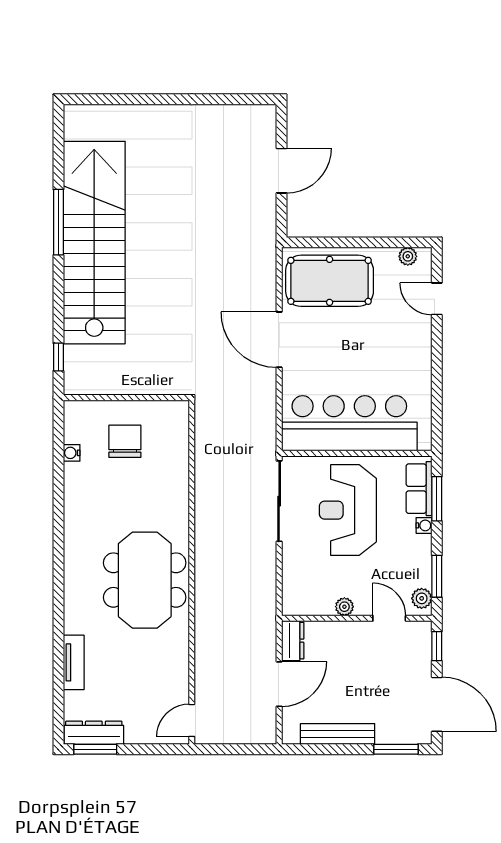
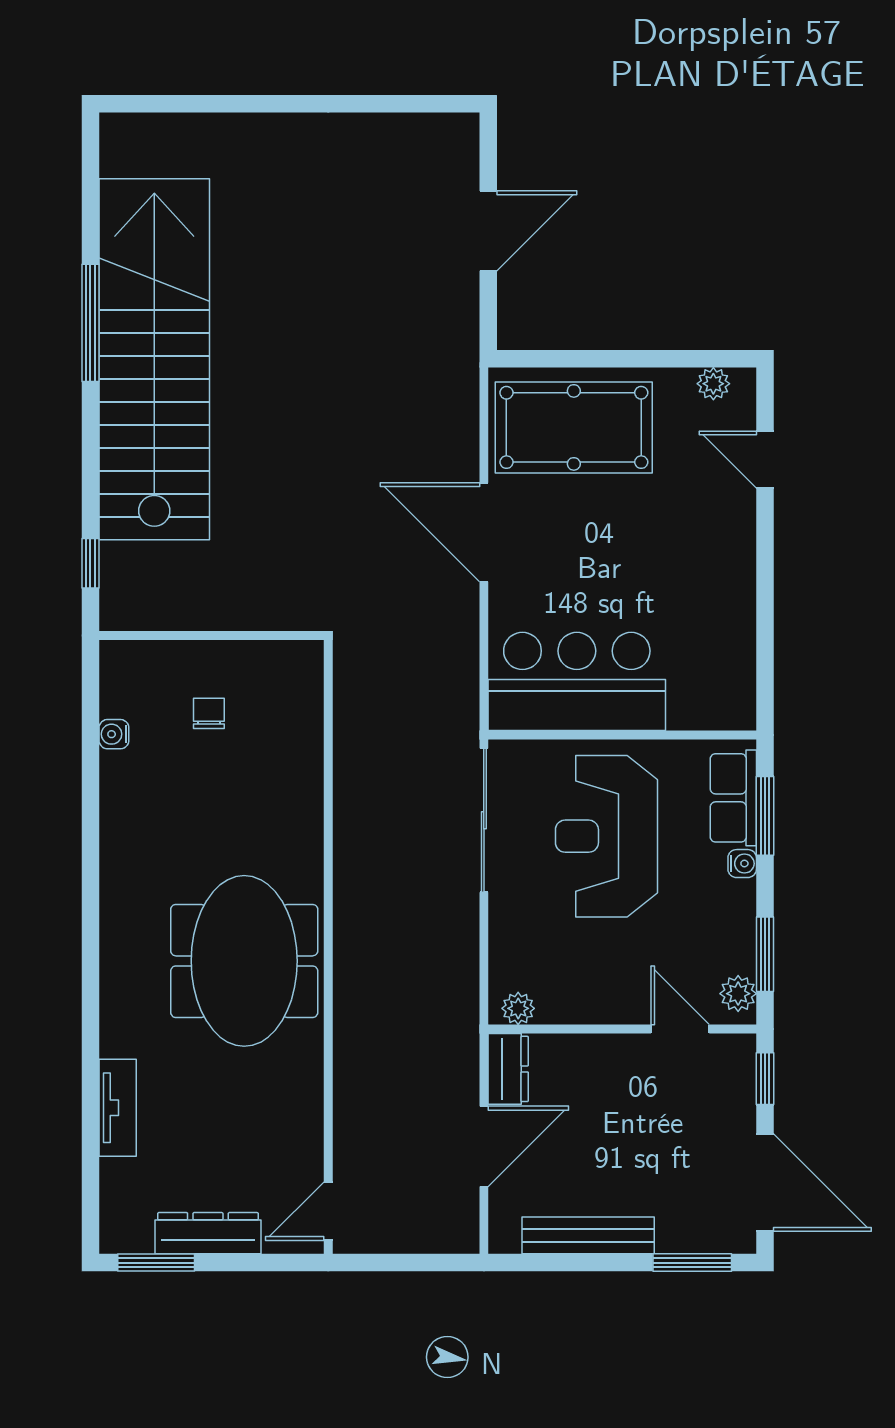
bar counter: (349, 423) -> (577, 681), width x0.73
chair: (125, 441) -> (209, 713), width x0.54, depth x0.54
plant: (344, 607) -> (518, 1008), moved
dresser: (94, 733) -> (208, 1233), moved

